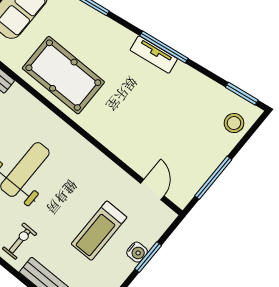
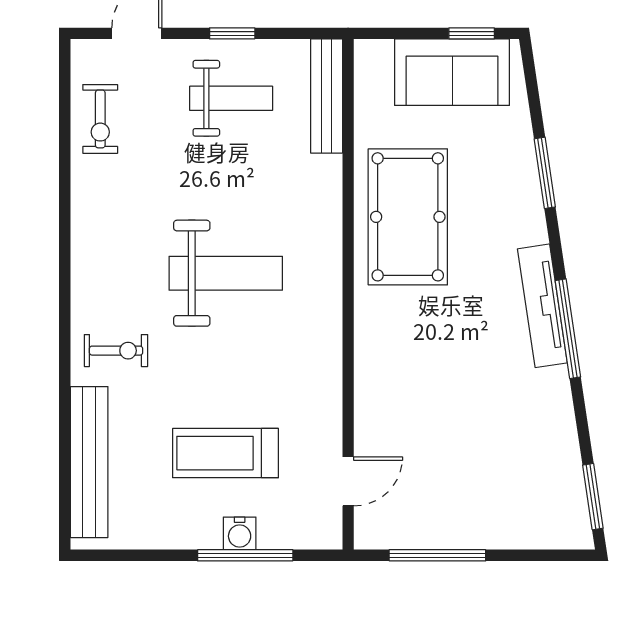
tv unit: (154, 55) -> (542, 306), width x1.41
stool: (234, 123) -> (541, 520), removed
window: (148, 257) -> (245, 555), width x1.44

